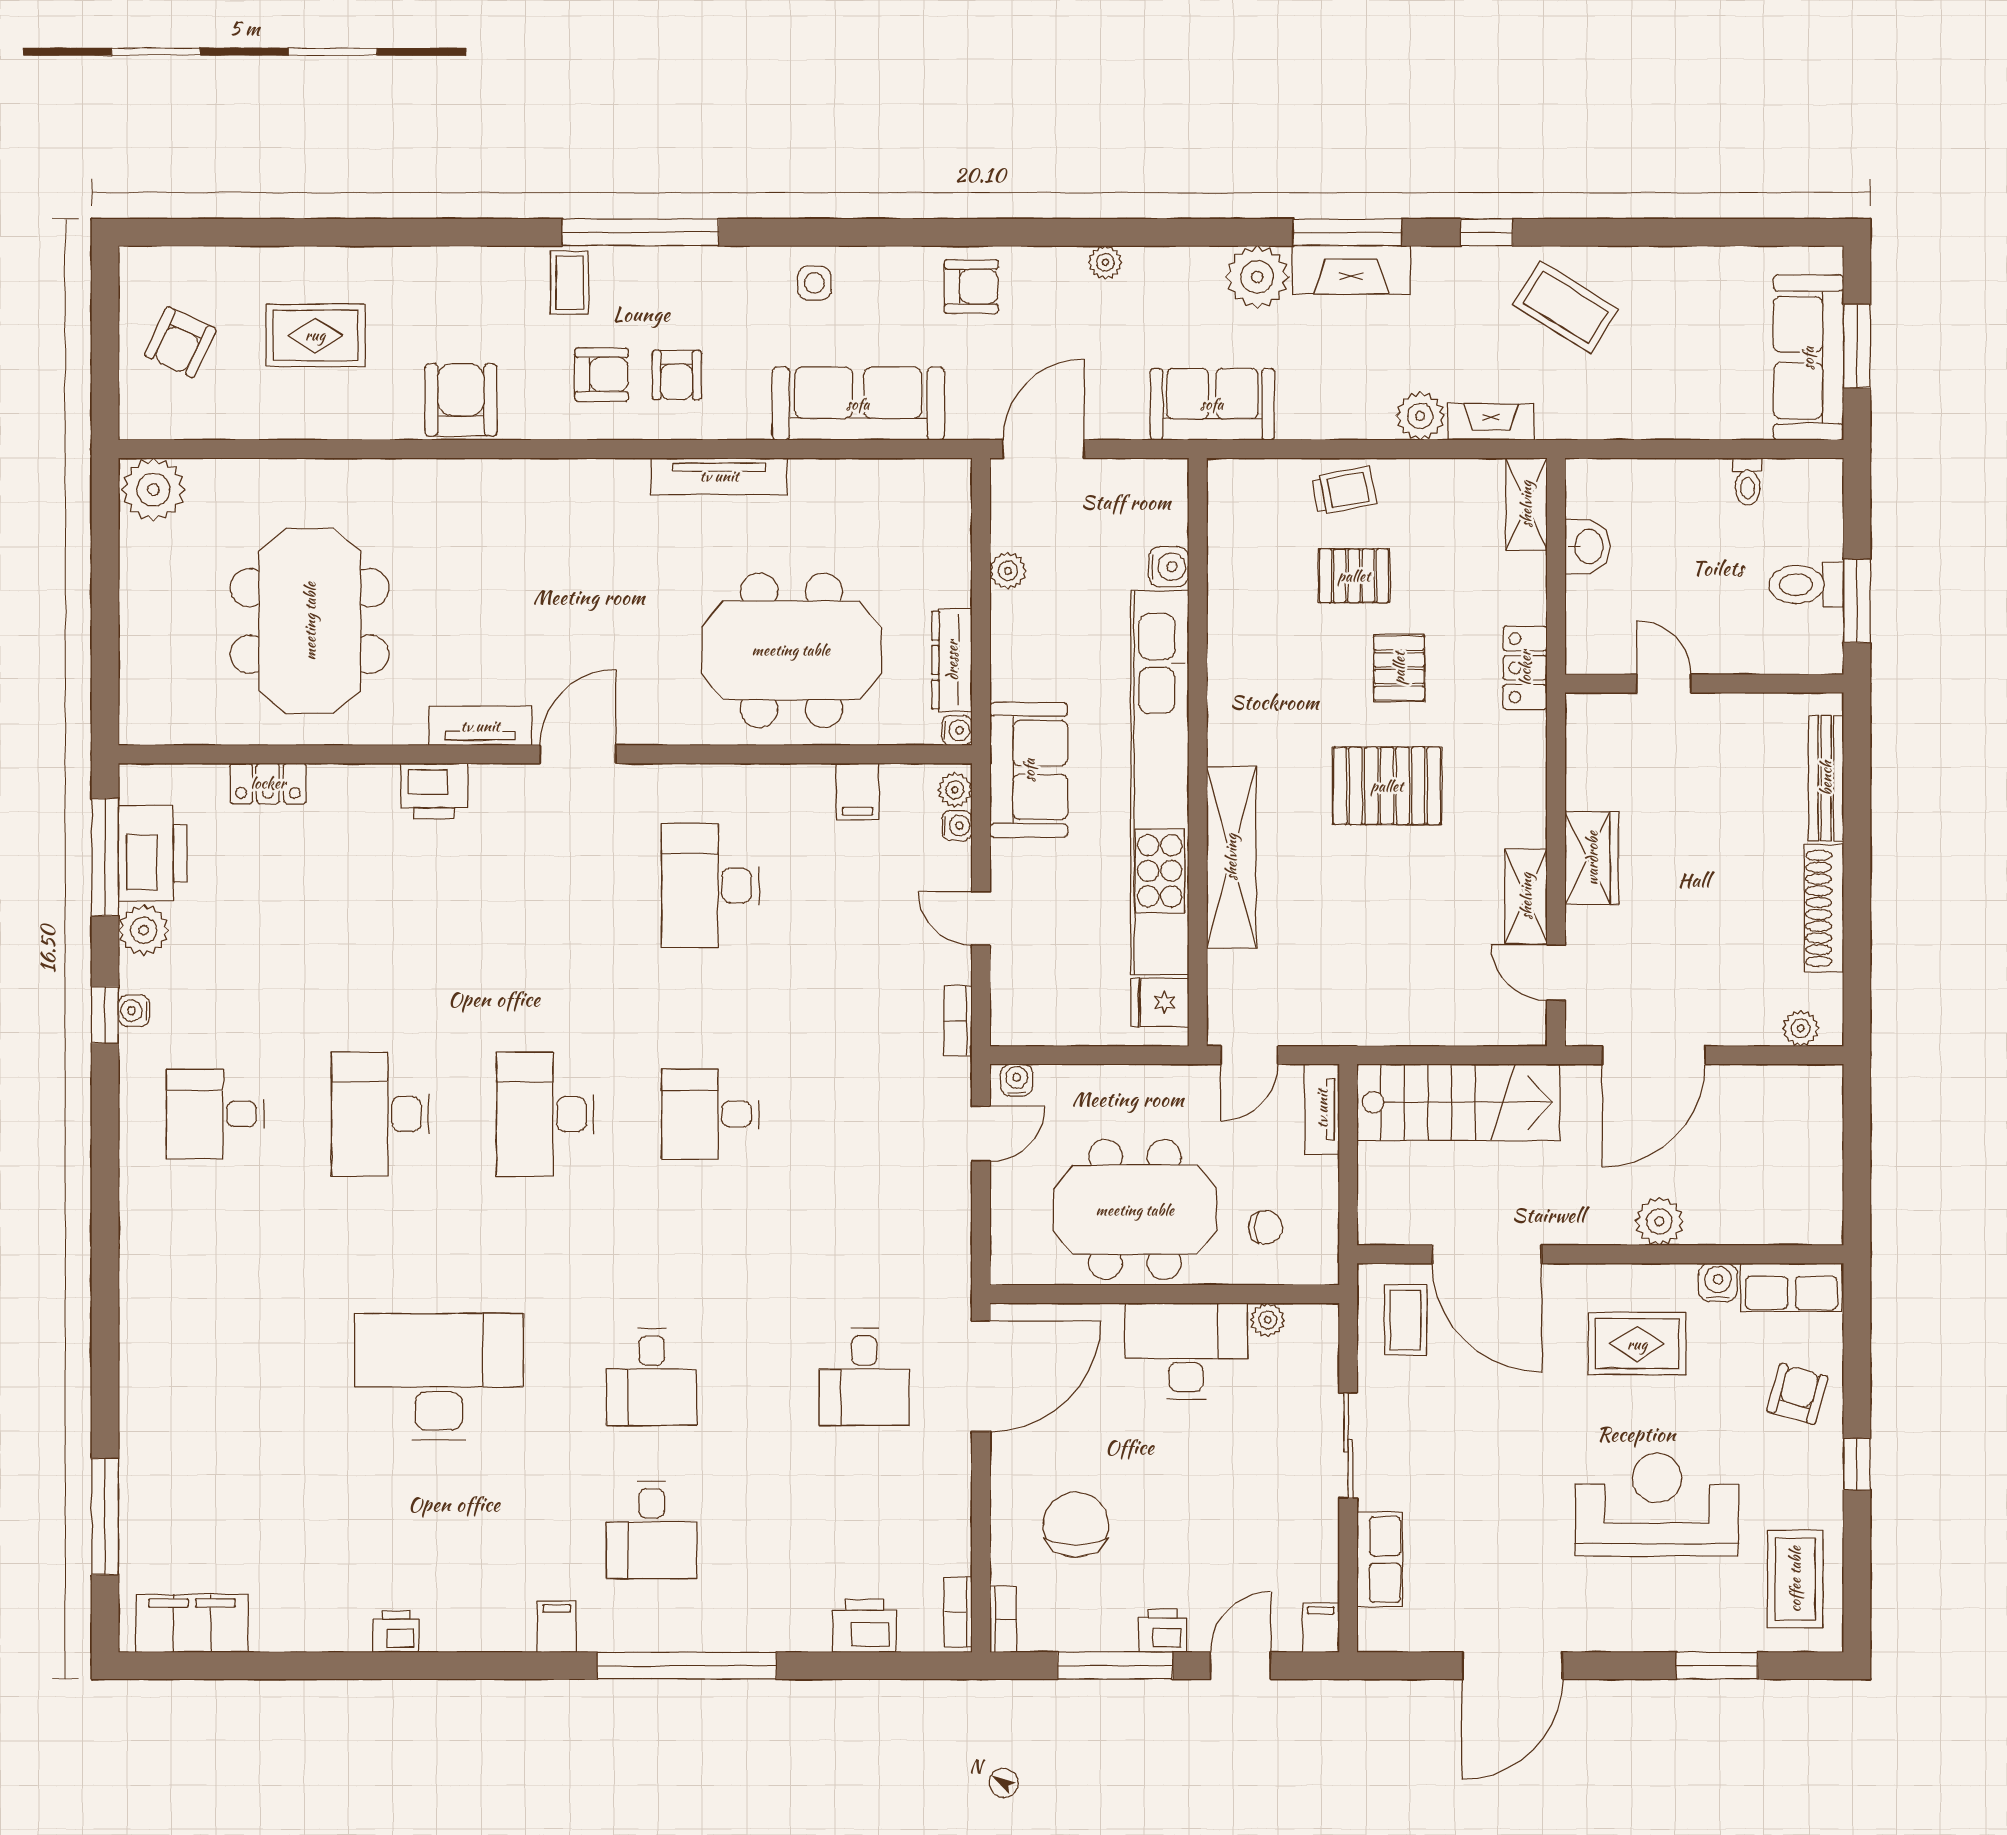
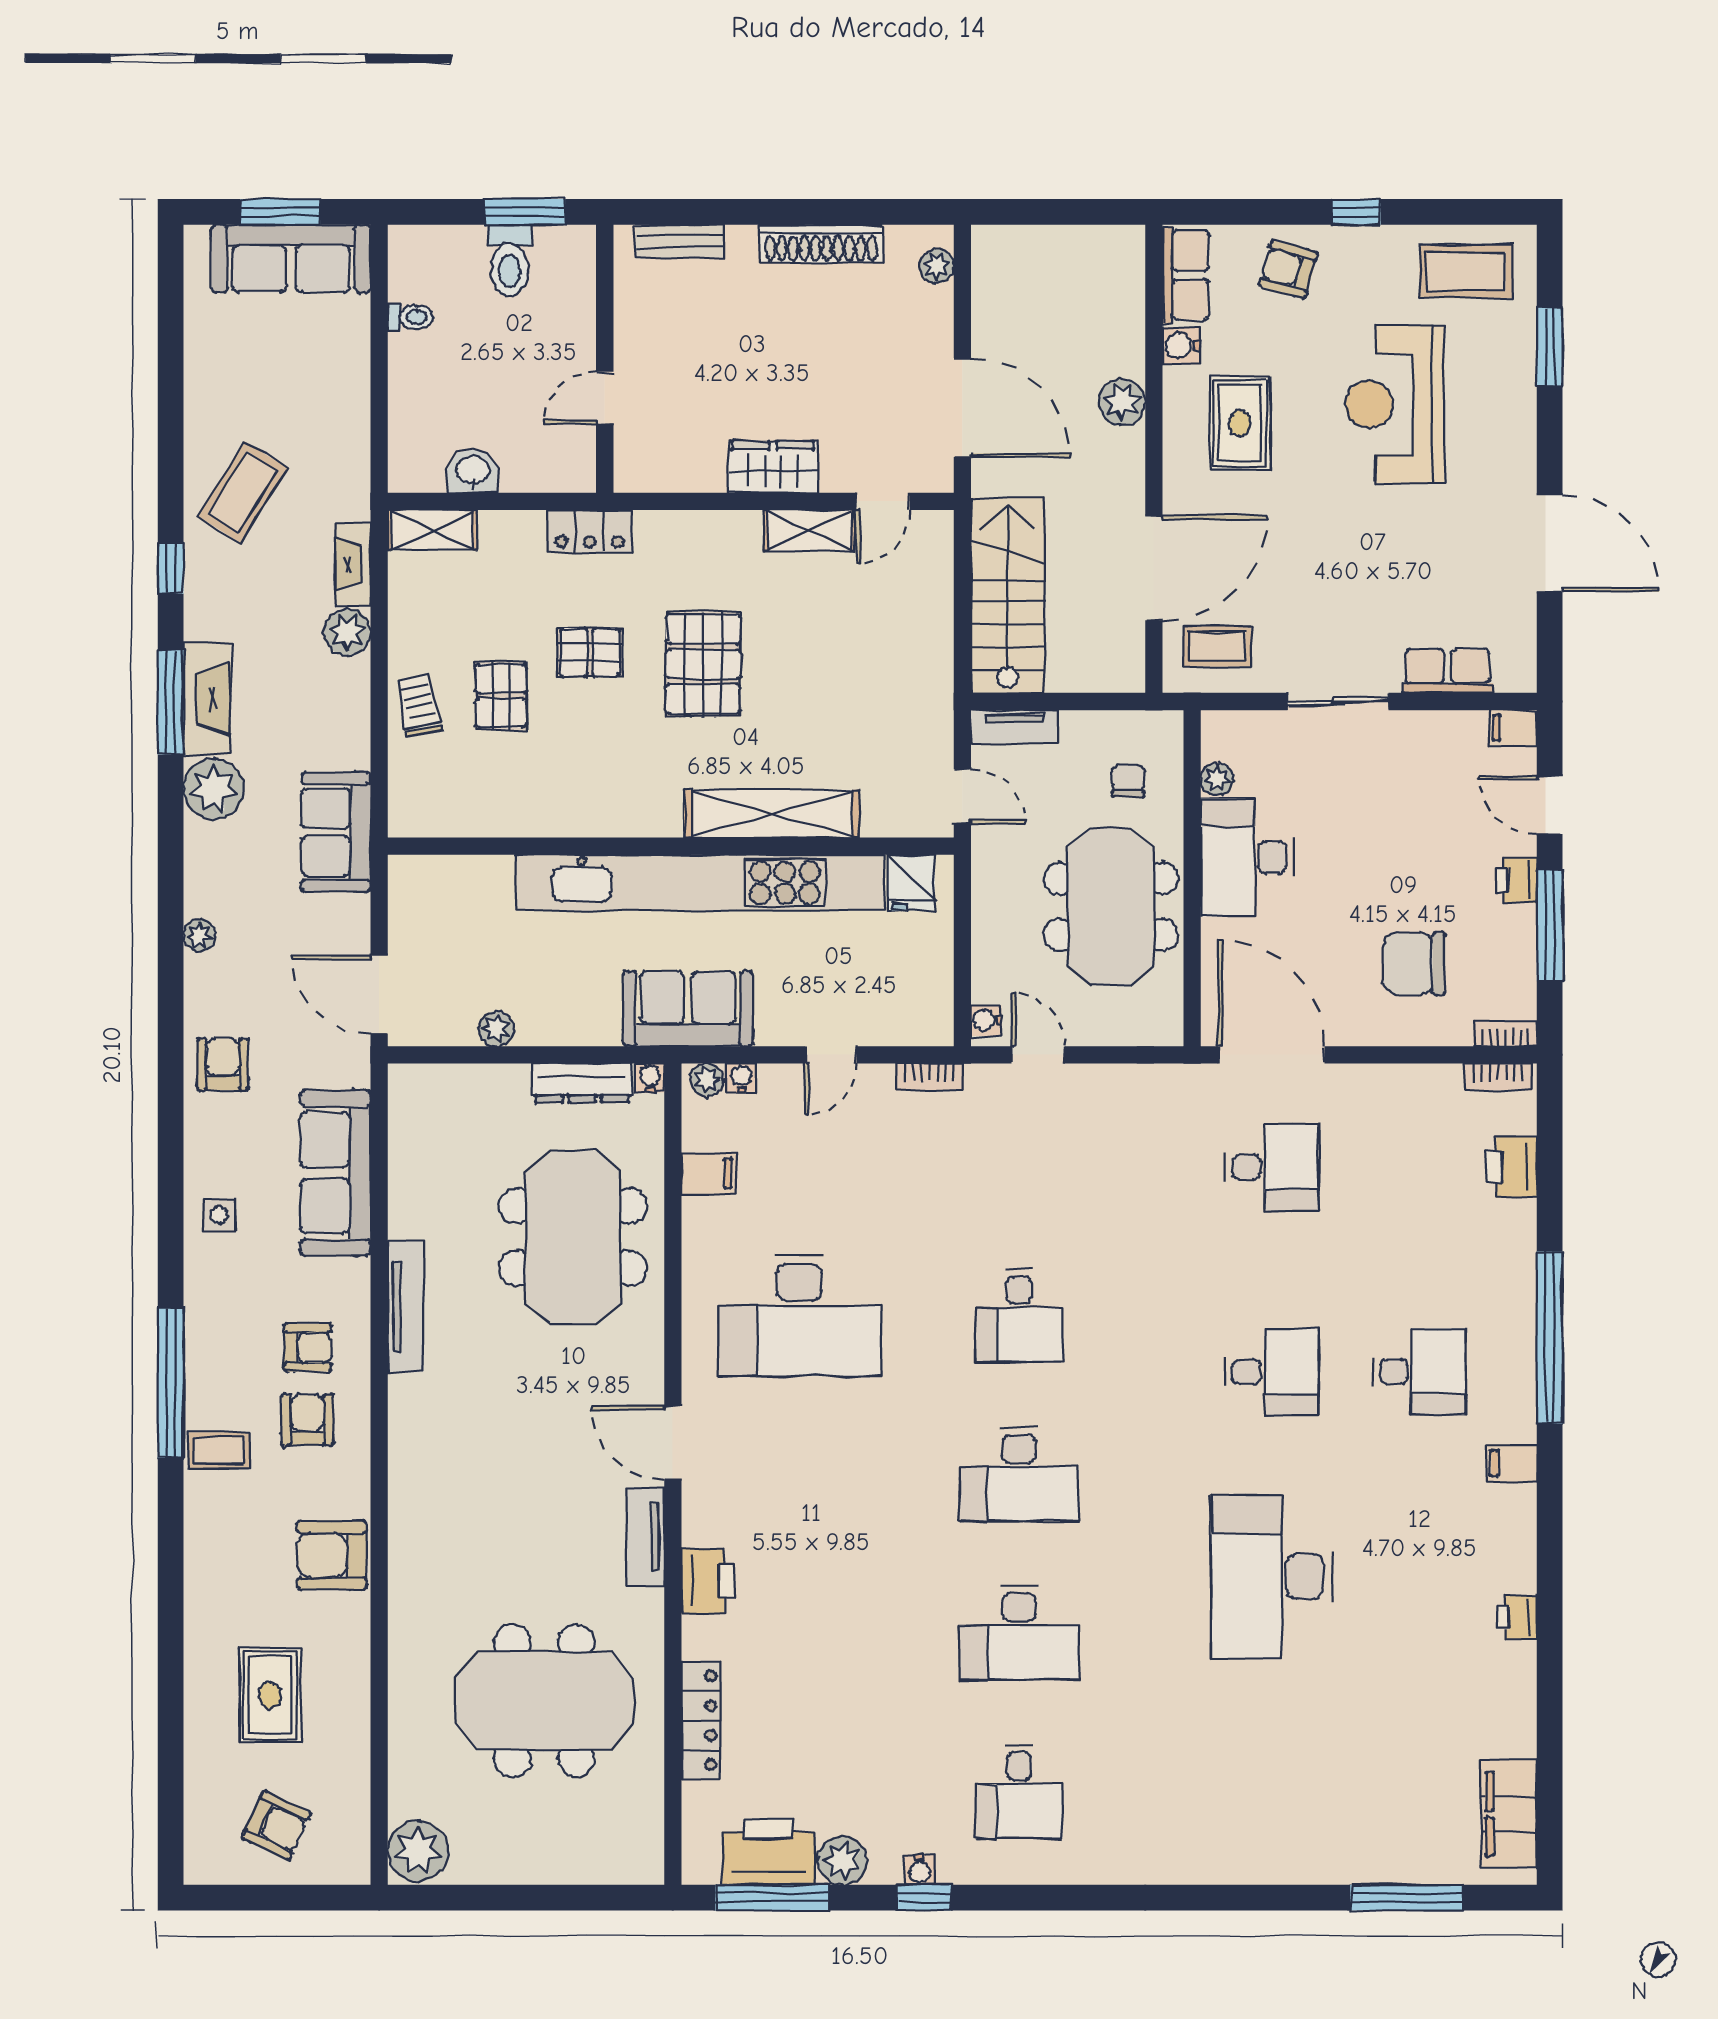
water cooler: (1169, 567) -> (492, 874), removed
bench: (1826, 778) -> (680, 242), width x0.73
locker: (268, 783) -> (701, 1720), width x1.53
desk: (710, 886) -> (799, 1315), width x1.36, depth x1.30

